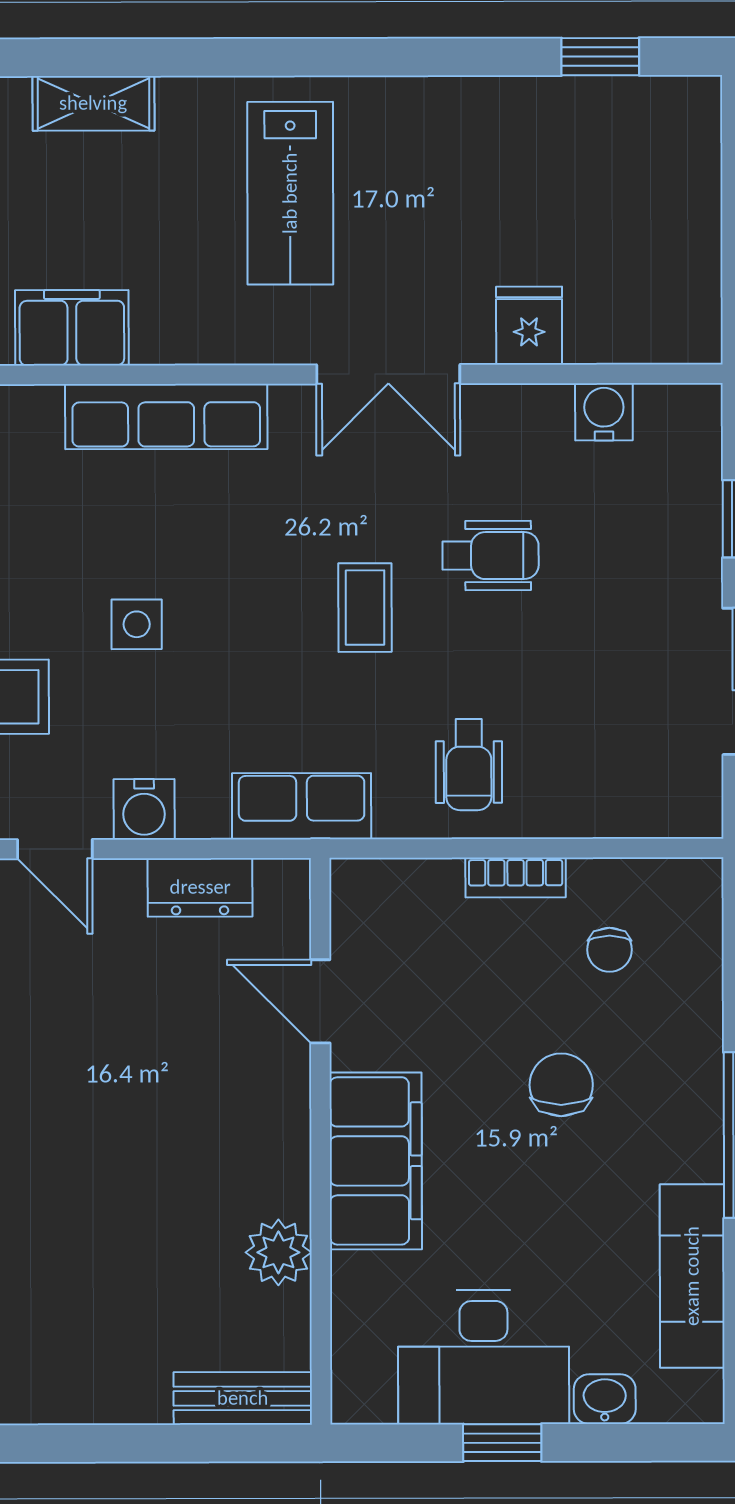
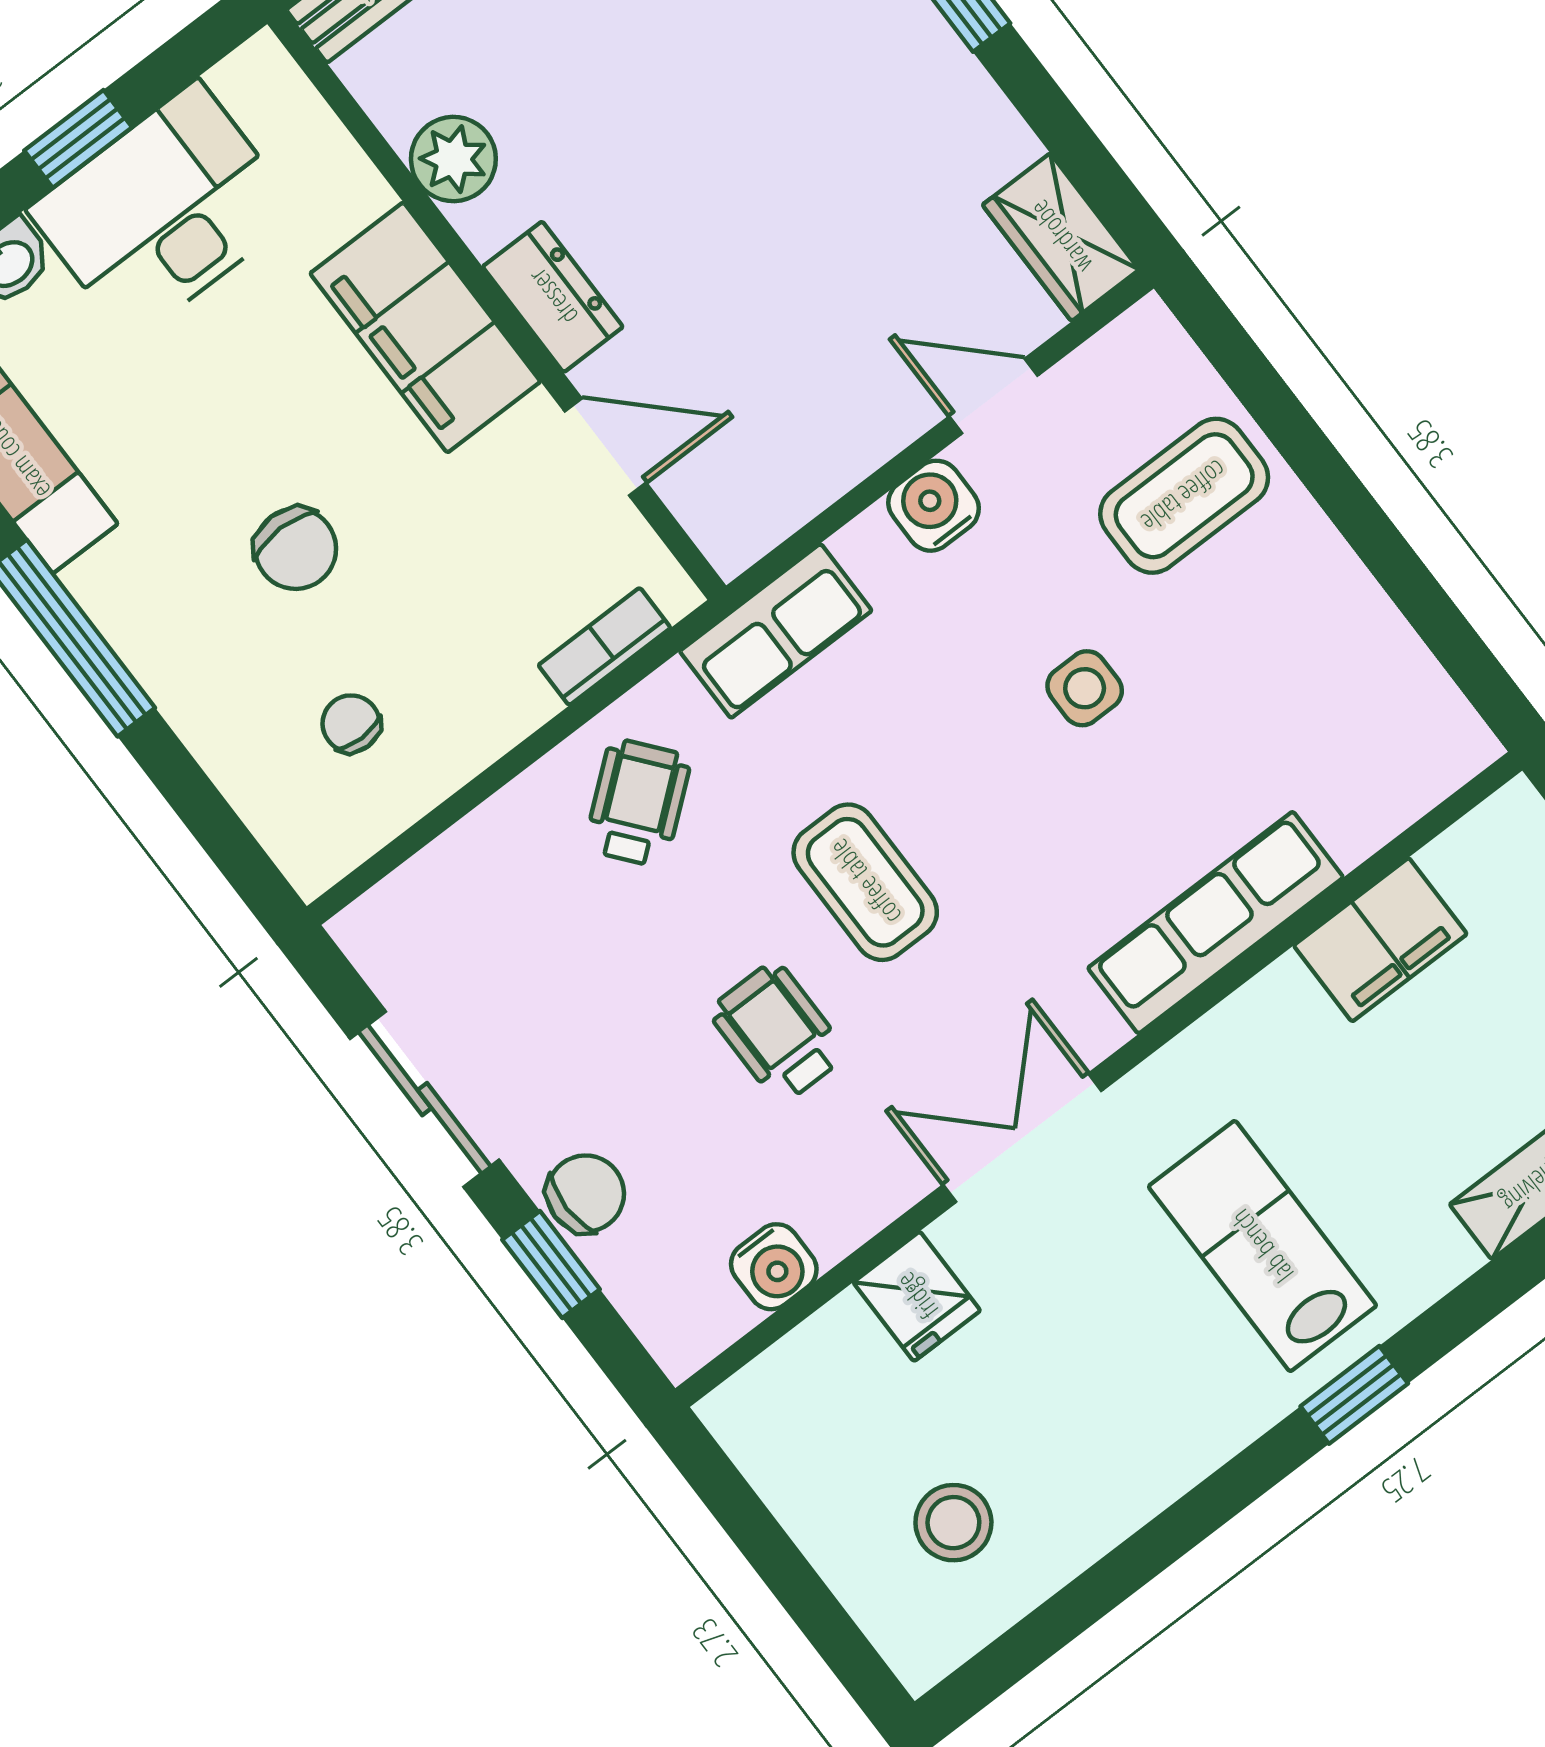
window: (600, 57) -> (1354, 1395), moved
stool: (613, 168) -> (953, 1523), added
chair: (686, 546) -> (586, 1194), added
wheelchair: (490, 556) -> (778, 1032), turned 90
coffee table: (365, 608) -> (865, 882), width x1.36, depth x1.30
wheelchair: (469, 765) -> (638, 803), turned 51
bookcase: (516, 878) -> (604, 646), moved
dresser: (200, 887) -> (553, 297), moved, turned 90

